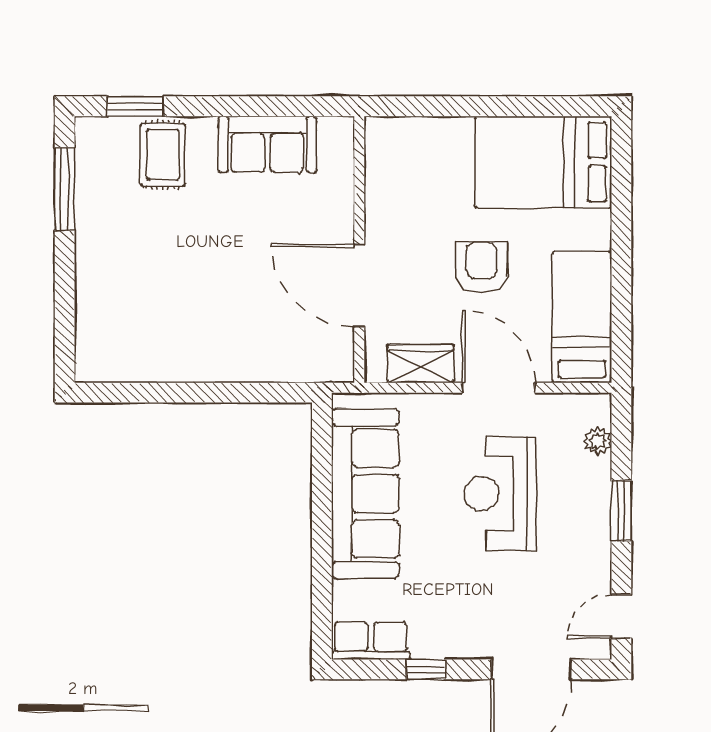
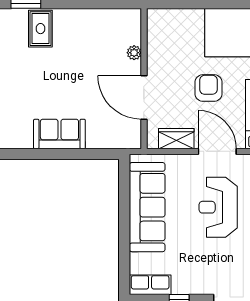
sofa: (267, 144) -> (59, 134), moved, turned 180
plant: (341, 200) -> (134, 53), added

